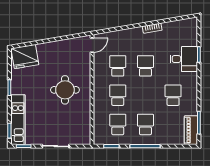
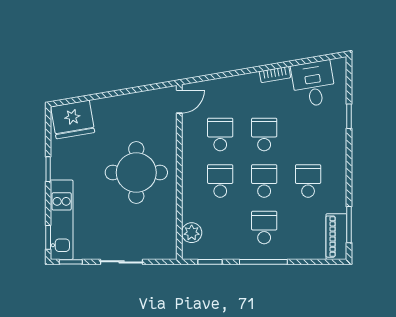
desk: (184, 59) -> (313, 84), moved, turned -100
round table: (65, 90) -> (136, 173), width x1.36, depth x1.36
school desk: (118, 124) -> (264, 181), moved
plant: (100, 128) -> (192, 233), added

